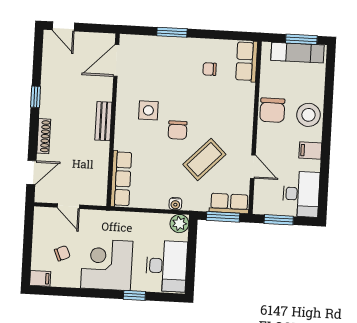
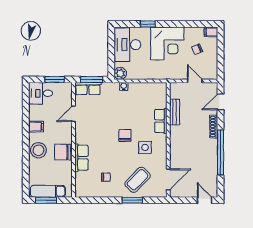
row of seats: (247, 61) -> (81, 158), moved
window: (36, 97) -> (221, 152), width x3.17
chair: (272, 110) -> (63, 152), turned -90
bench: (103, 121) -> (175, 112), moved
coffee table: (204, 159) -> (138, 180), moved
door: (253, 167) -> (74, 114), hinge flipped
row of seats: (121, 179) -> (161, 121), moved, width x0.68
desk: (301, 194) -> (41, 93), width x0.73

